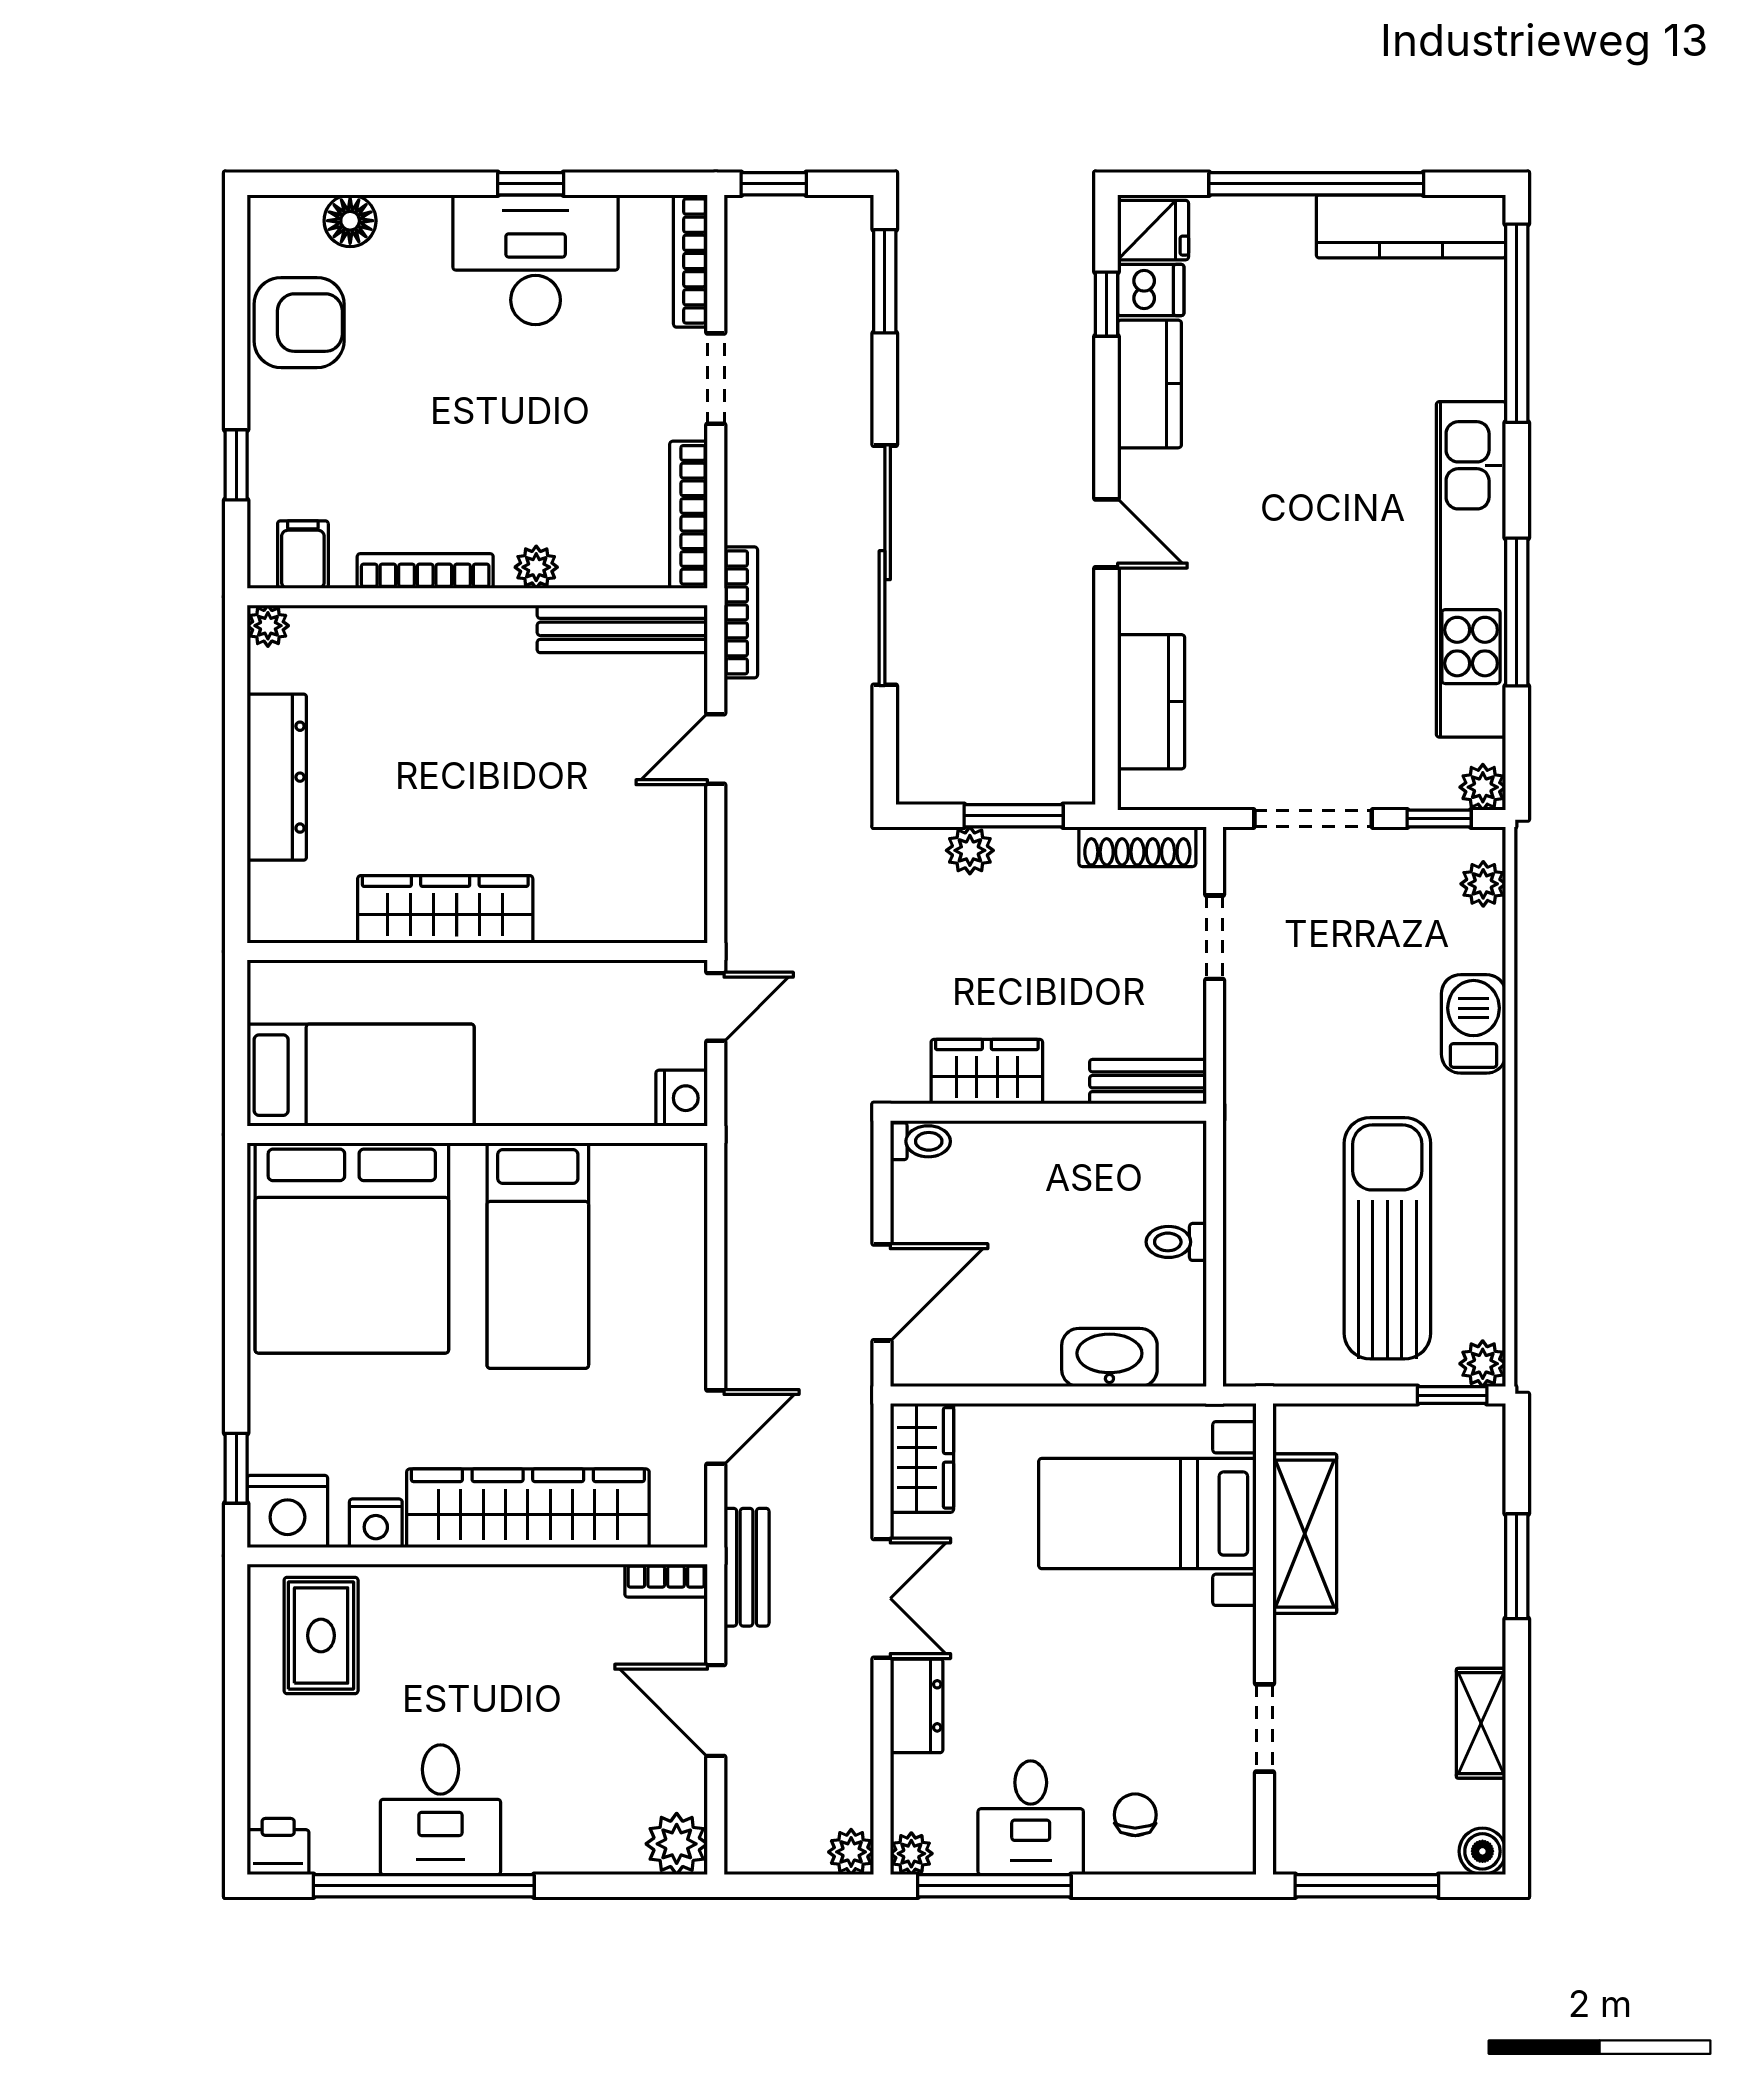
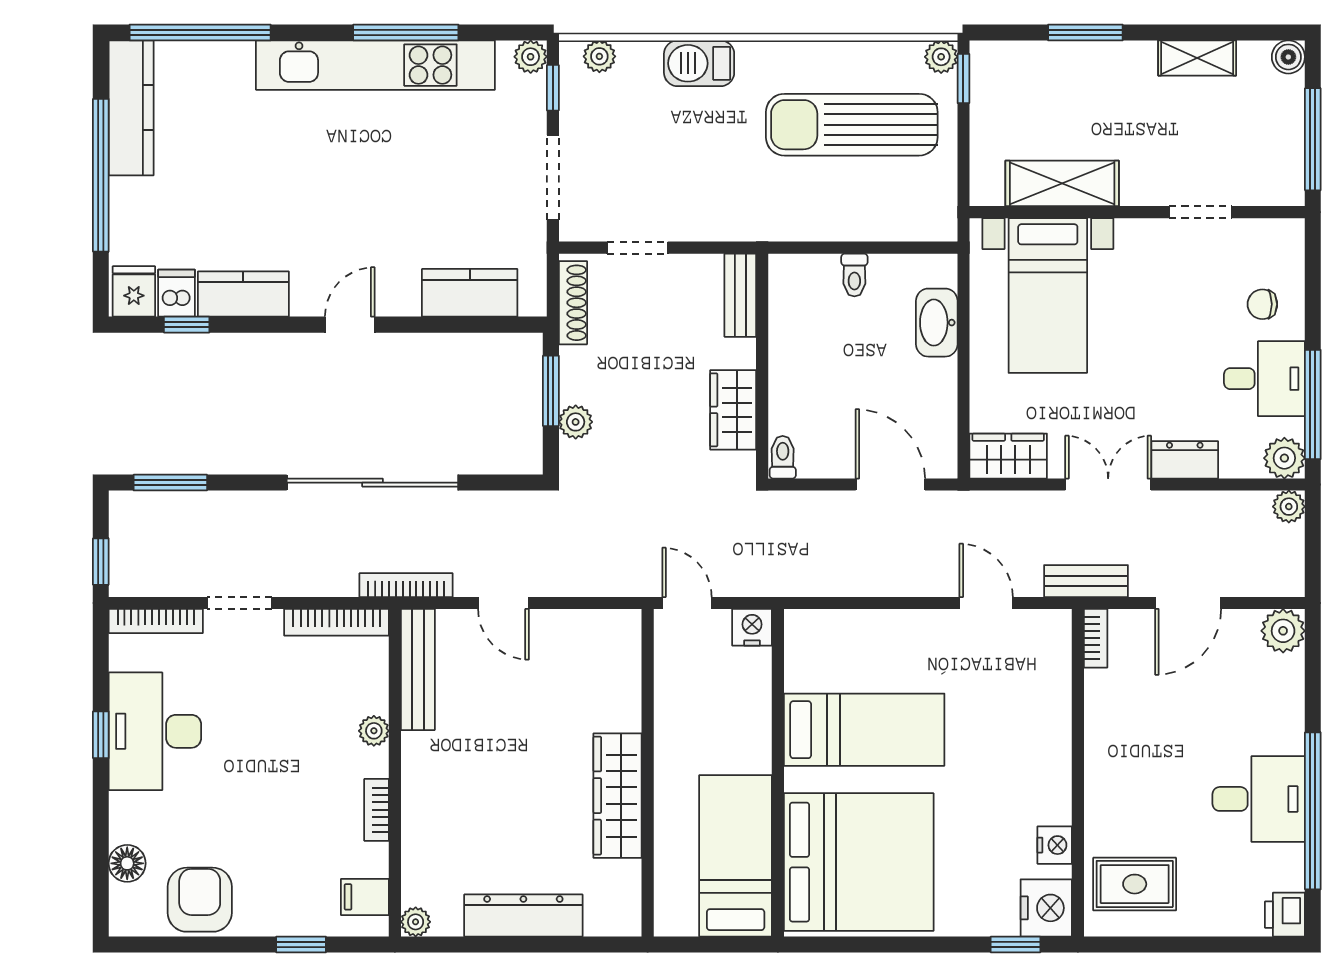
bookcase: (425, 571) -> (377, 810), width x0.64
wardrobe: (528, 1508) -> (1044, 737), removed
plant: (911, 1854) -> (1284, 458), width x1.38, depth x1.38

